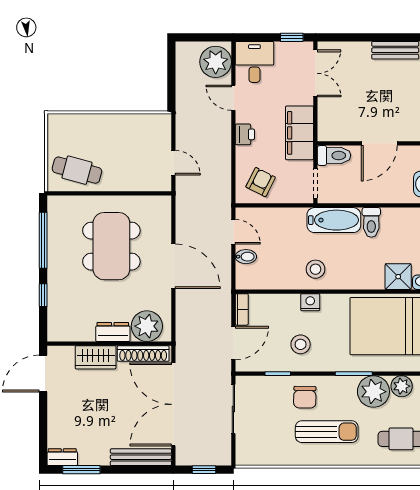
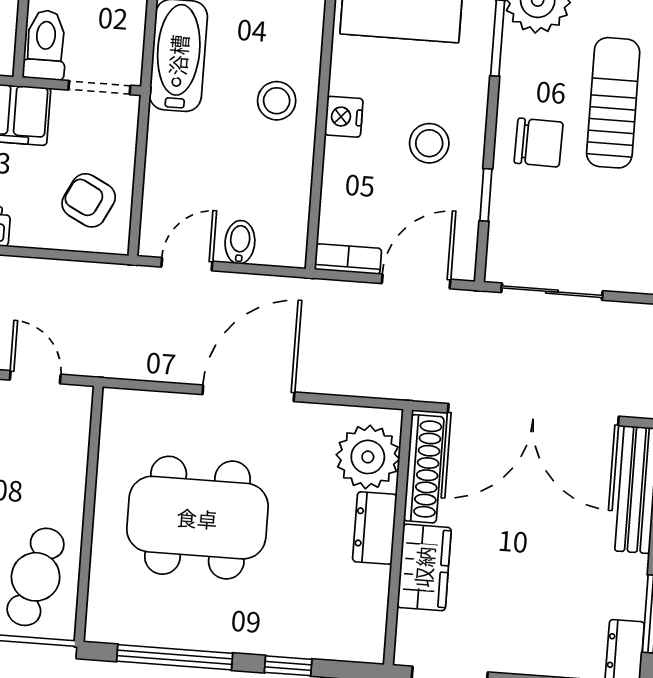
door: (173, 163) -> (35, 377), hinge flipped
door: (233, 343) -> (416, 281), hinge flipped

